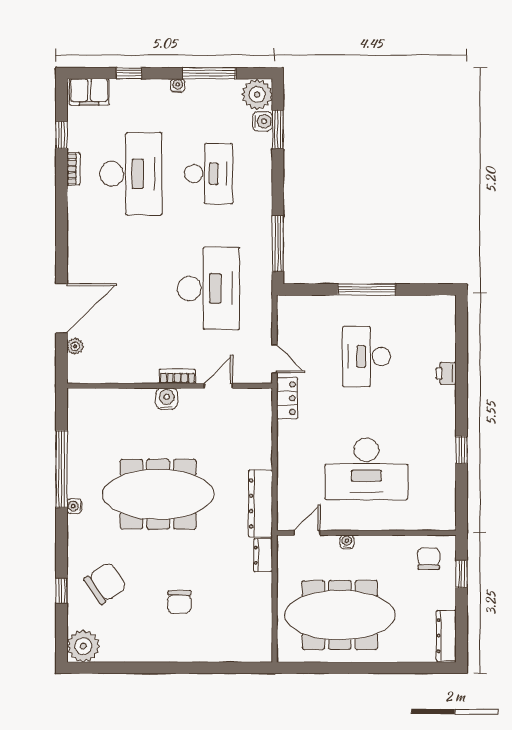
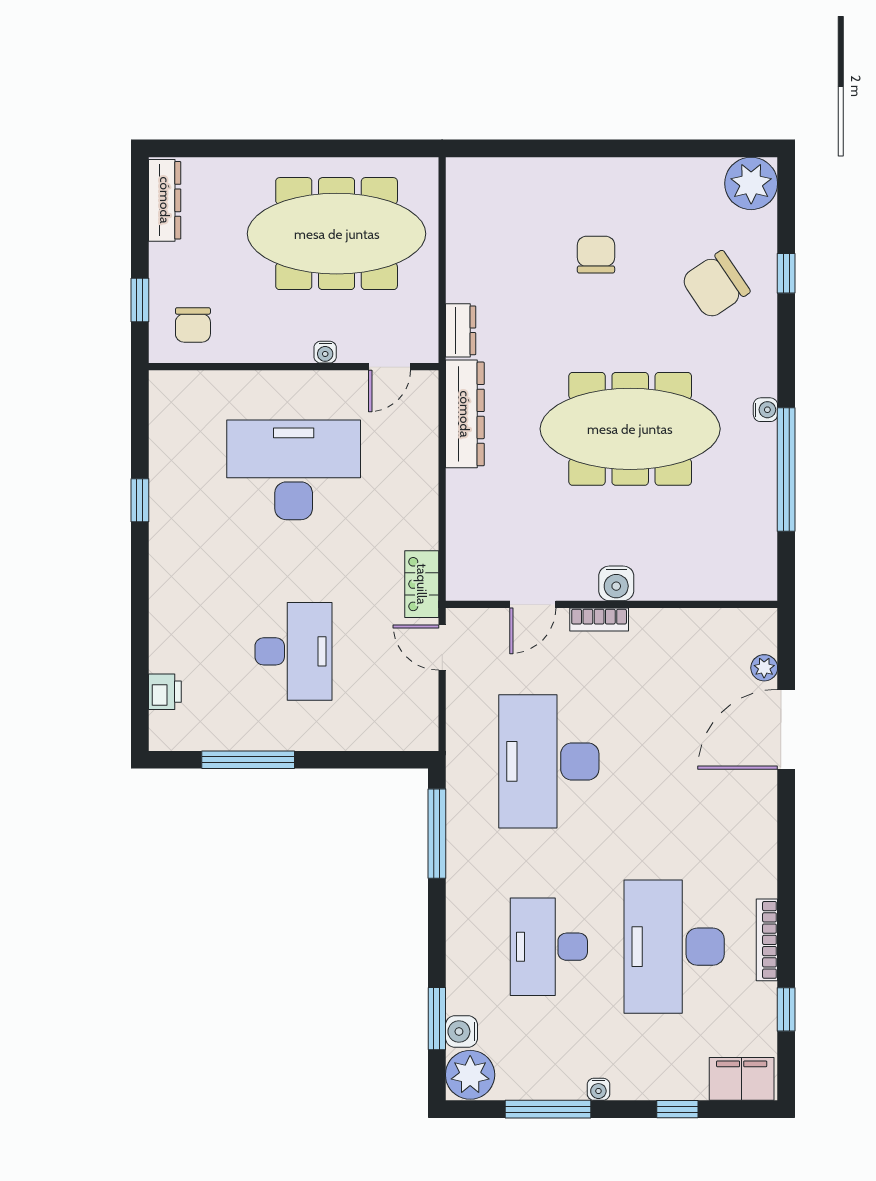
bookcase: (73, 169) -> (767, 940), width x1.56
window: (367, 289) -> (248, 760), moved
printer: (446, 373) -> (165, 692), moved

